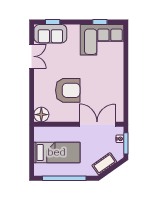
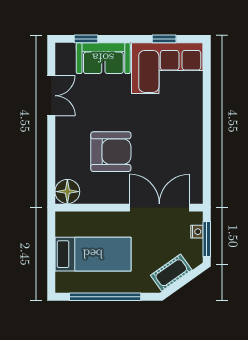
sofa: (50, 34) -> (103, 58), moved

